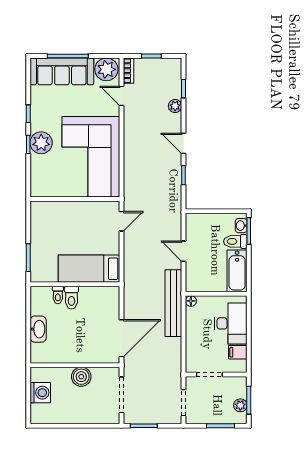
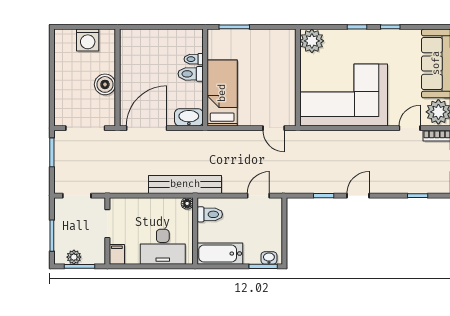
plant: (175, 106) -> (399, 186), removed
plant: (41, 143) -> (312, 41), moved
toilet: (235, 241) -> (210, 214), moved, turned 90
door: (184, 251) -> (258, 196), moved
washbasin: (38, 329) -> (189, 117), moved, turned 180
door: (121, 338) -> (147, 128), swing flipped
filing cabinet: (238, 352) -> (117, 254), moved

